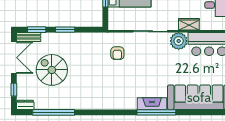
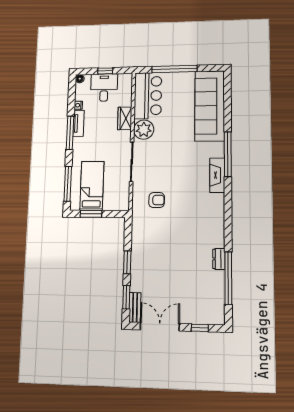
spiral stairs: (52, 70) -> (176, 279), removed
fireplace: (152, 104) -> (217, 175), moved
dresser: (25, 105) -> (219, 259), moved

